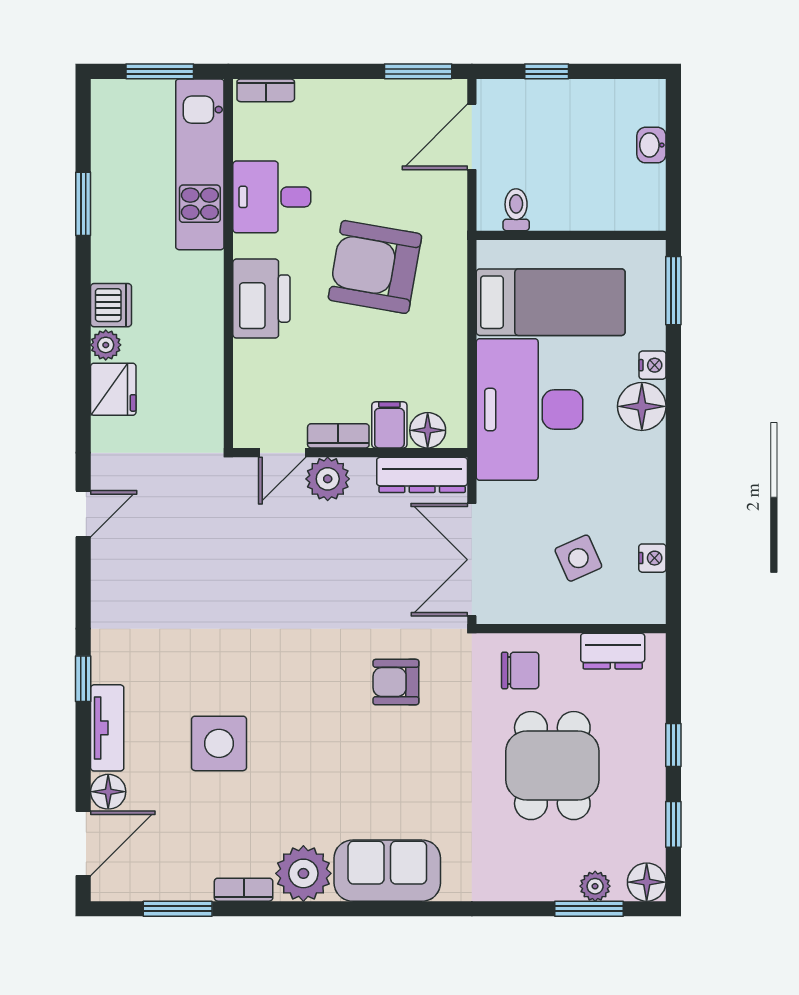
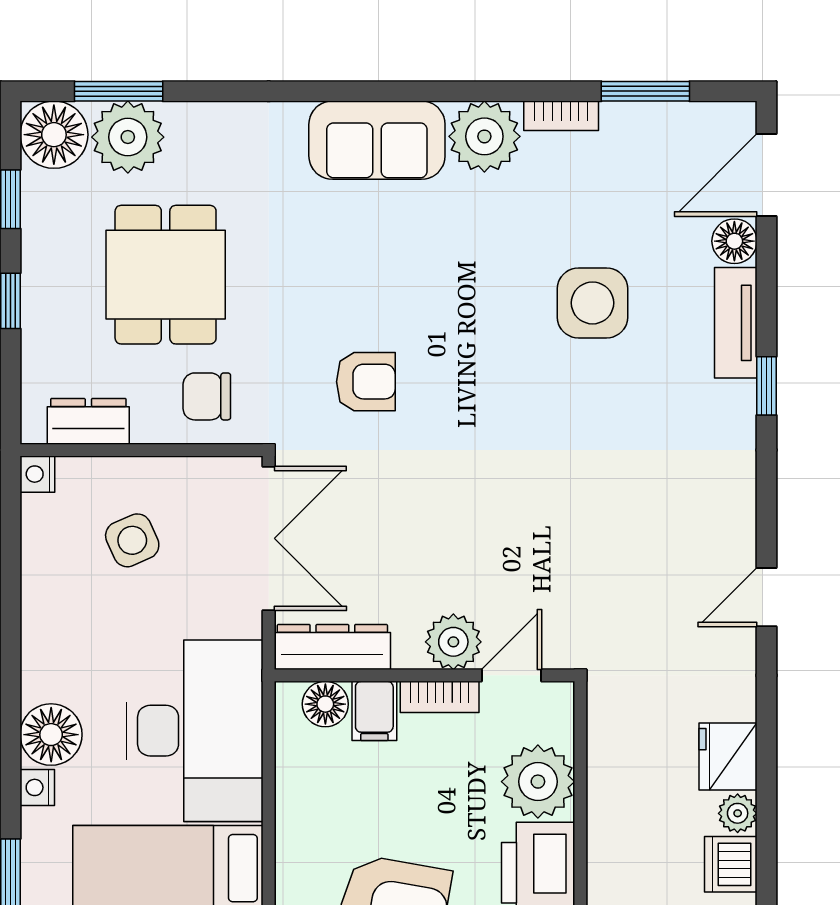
plant: (262, 370) -> (538, 782), added
nightstand: (652, 558) -> (37, 474), moved
floor lamp: (647, 882) -> (54, 135), width x1.38, depth x1.38
plant: (595, 886) -> (128, 137), width x1.87, depth x1.87

